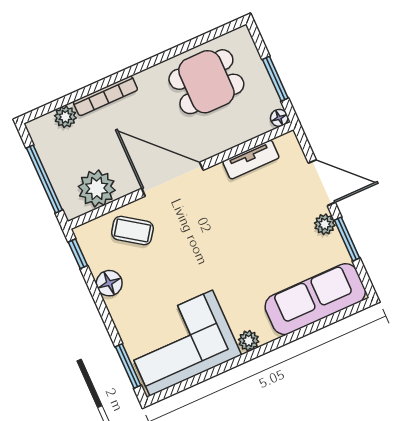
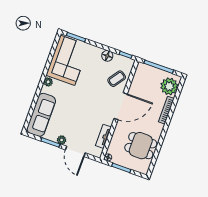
dining table: (206, 82) -> (141, 146), turned 90
plant: (65, 117) -> (169, 86), width x1.88, depth x1.88
door: (322, 183) -> (75, 151), hinge flipped
plant: (97, 188) -> (140, 80), removed

